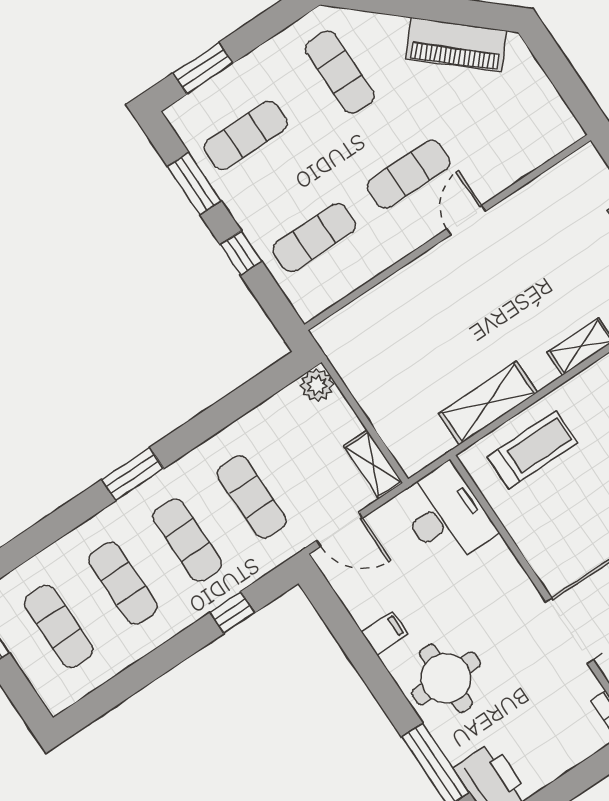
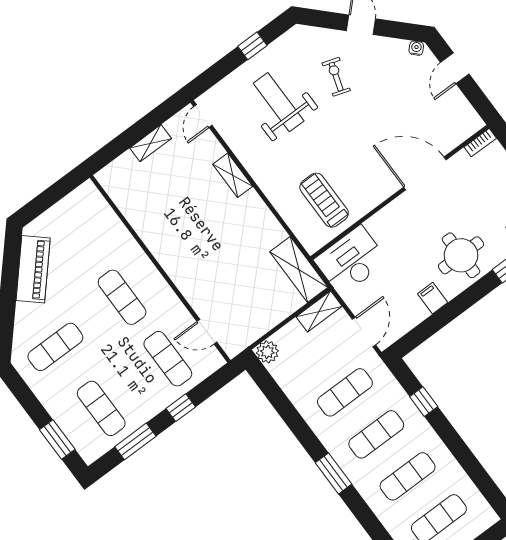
door: (466, 220) -> (207, 332), moved
shelving: (488, 403) -> (299, 269), moved
treadmill: (532, 450) -> (324, 200), moved

